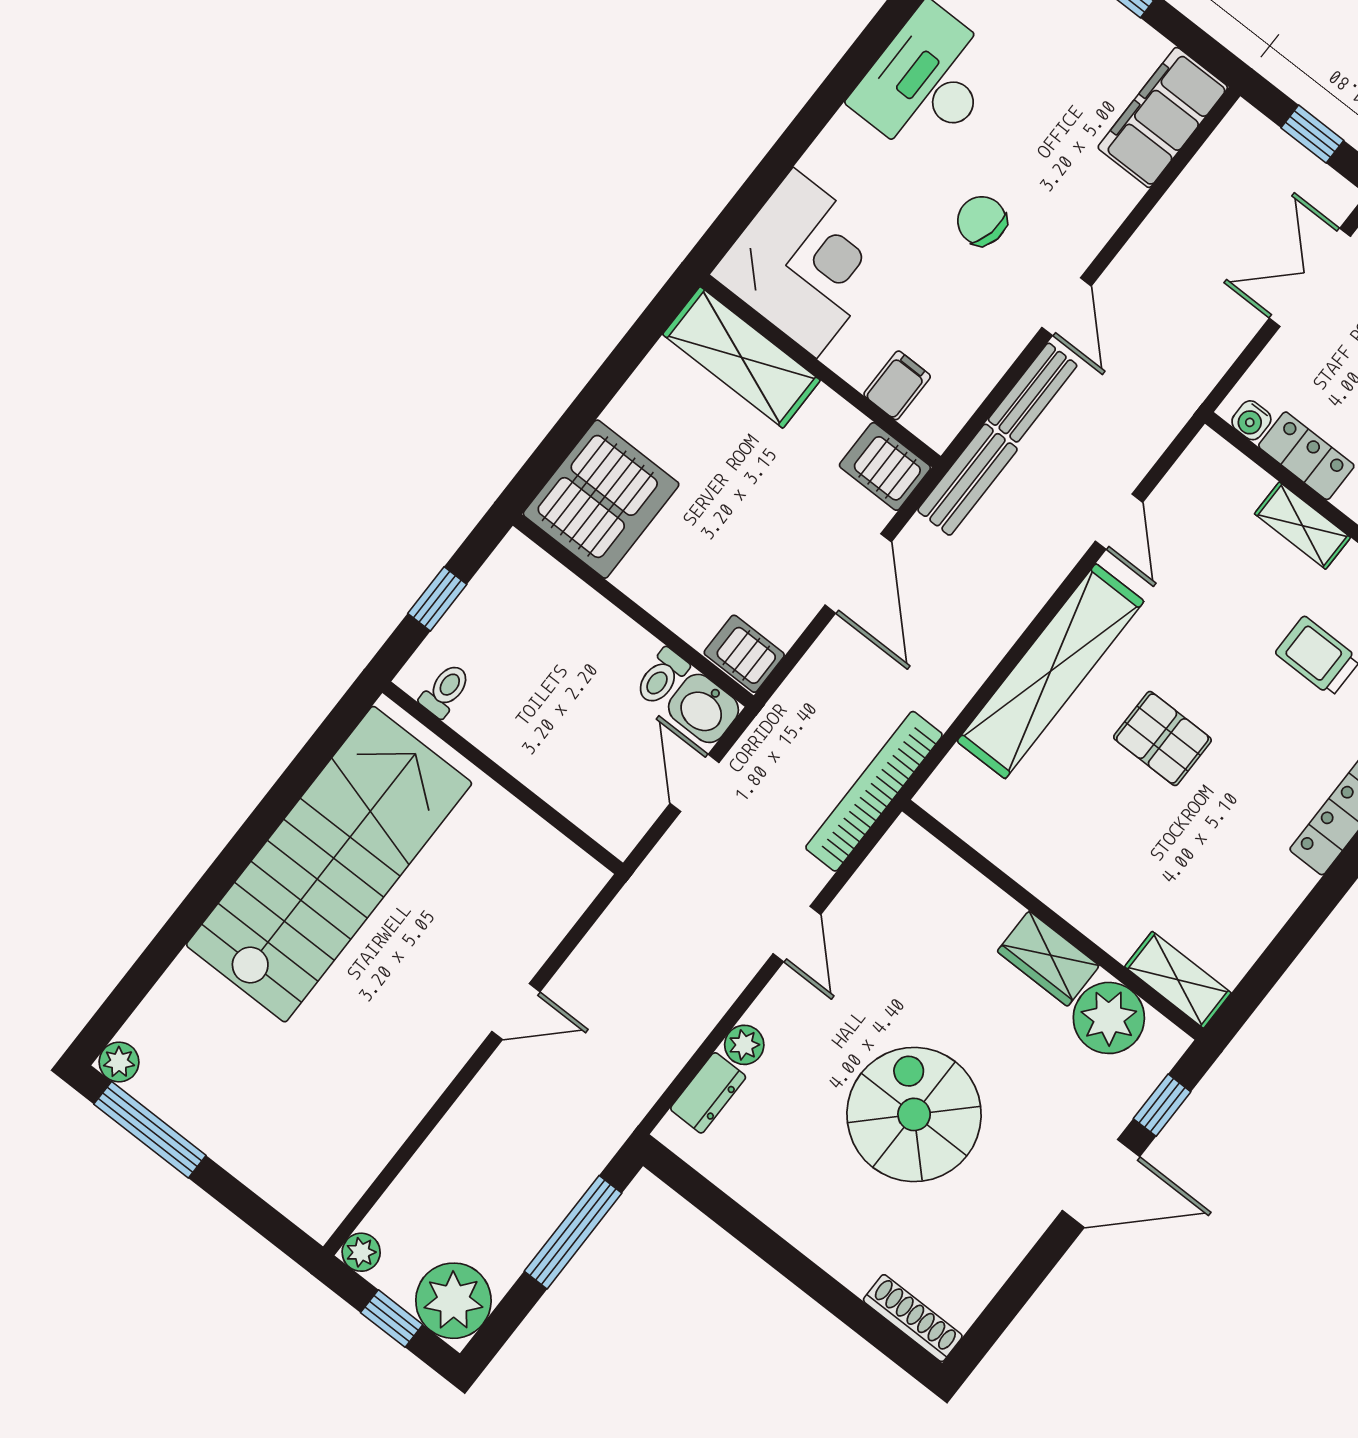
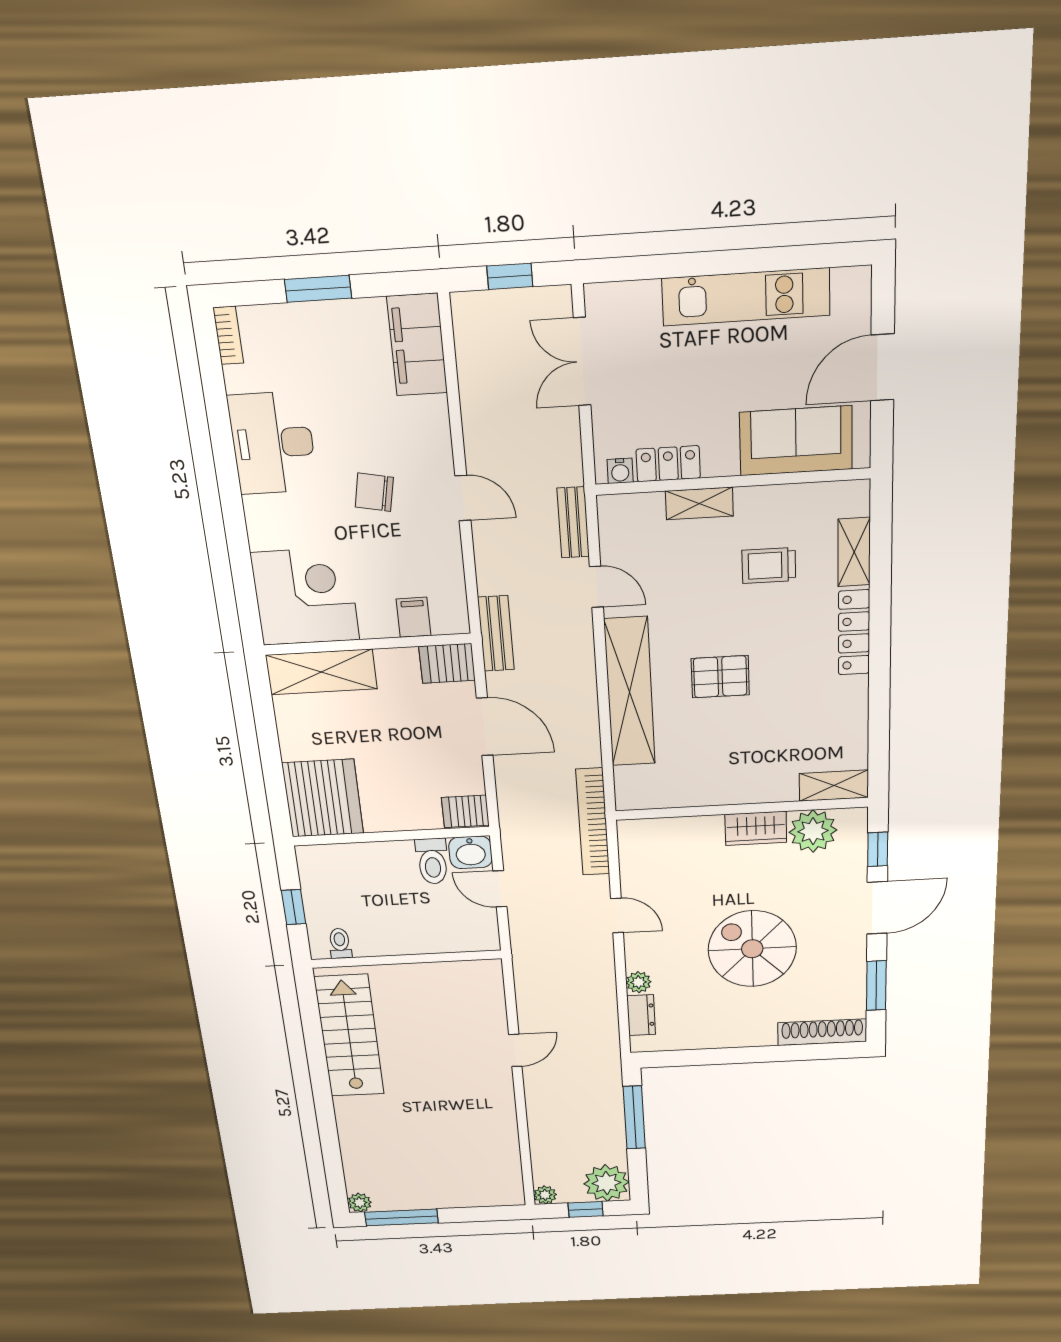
bench: (1033, 393) -> (573, 522), moved
toilet: (662, 677) -> (432, 861), width x1.37, depth x1.39
stairs: (329, 864) -> (349, 1036), width x0.73, depth x0.66
window: (1016, 1292) -> (876, 986), added
shoe rack: (913, 1318) -> (822, 1032), width x1.36, depth x1.24

